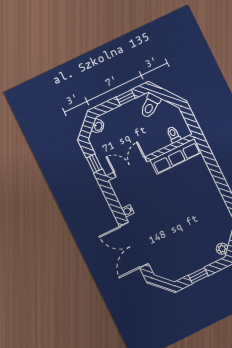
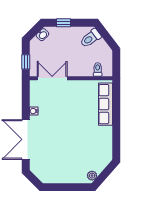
window: (126, 98) -> (63, 23), moved
row of seats: (176, 156) -> (106, 104), moved, turned 90
window: (198, 276) -> (64, 187), removed

